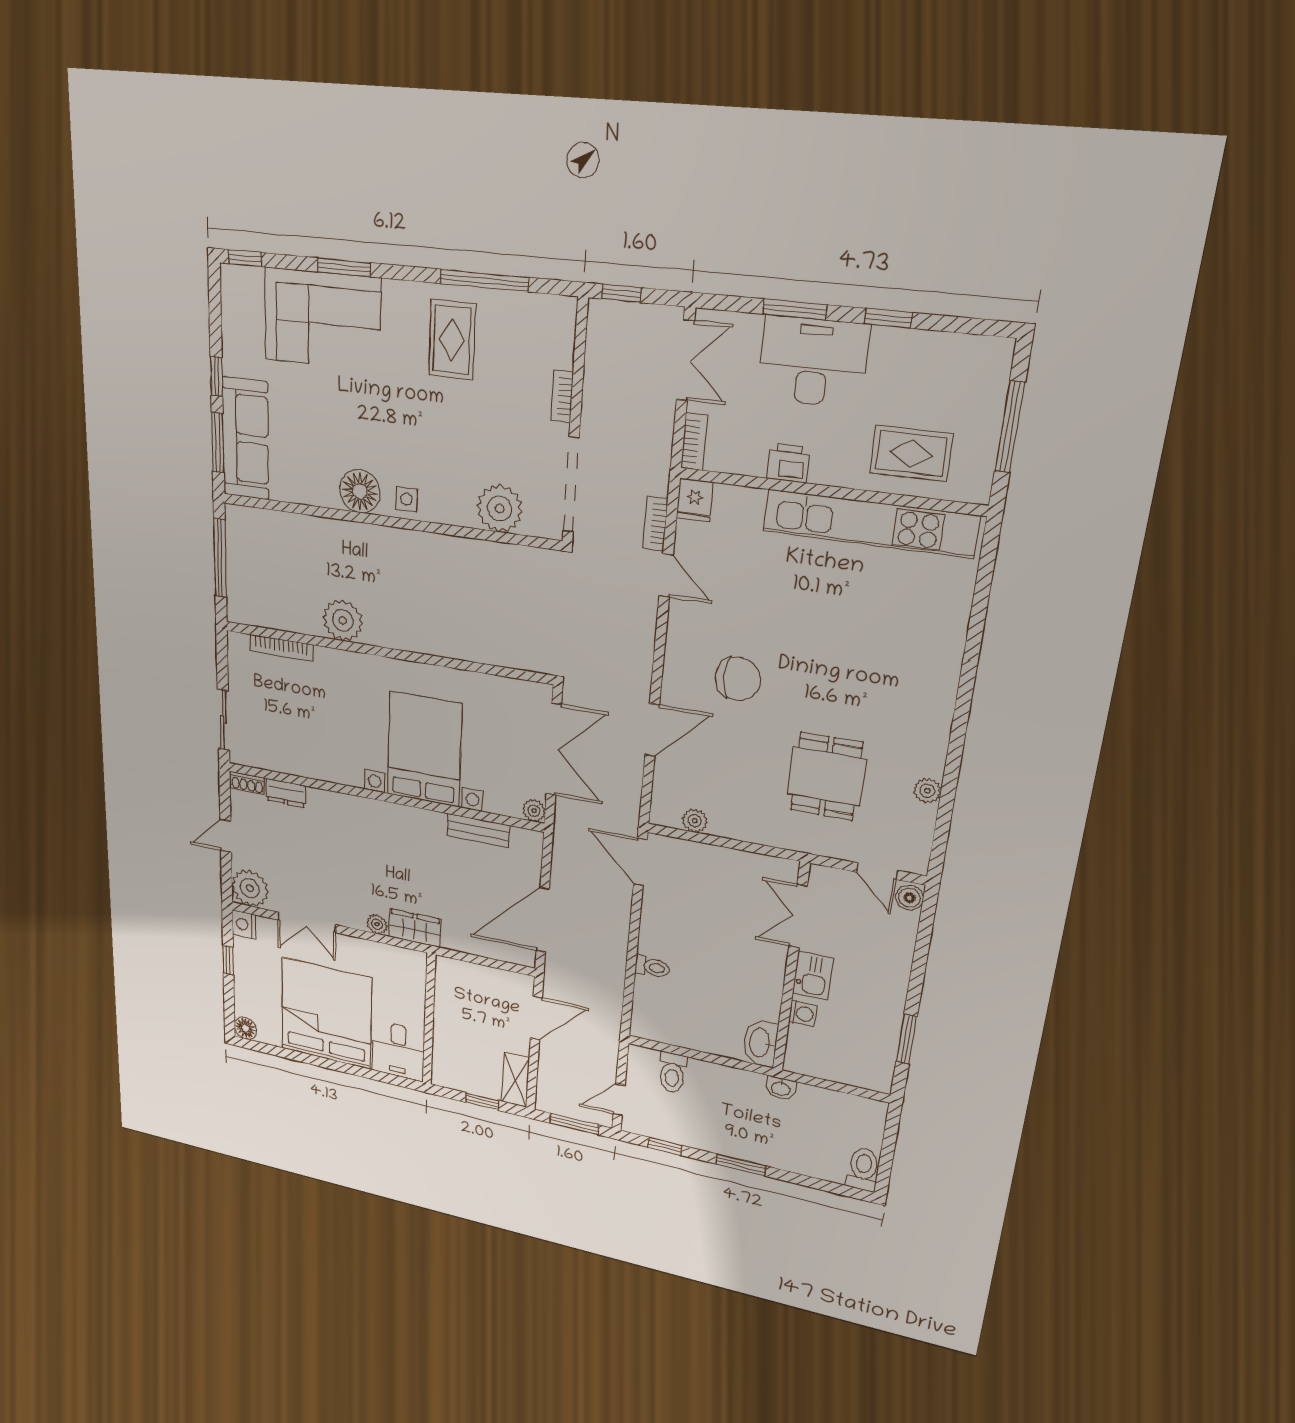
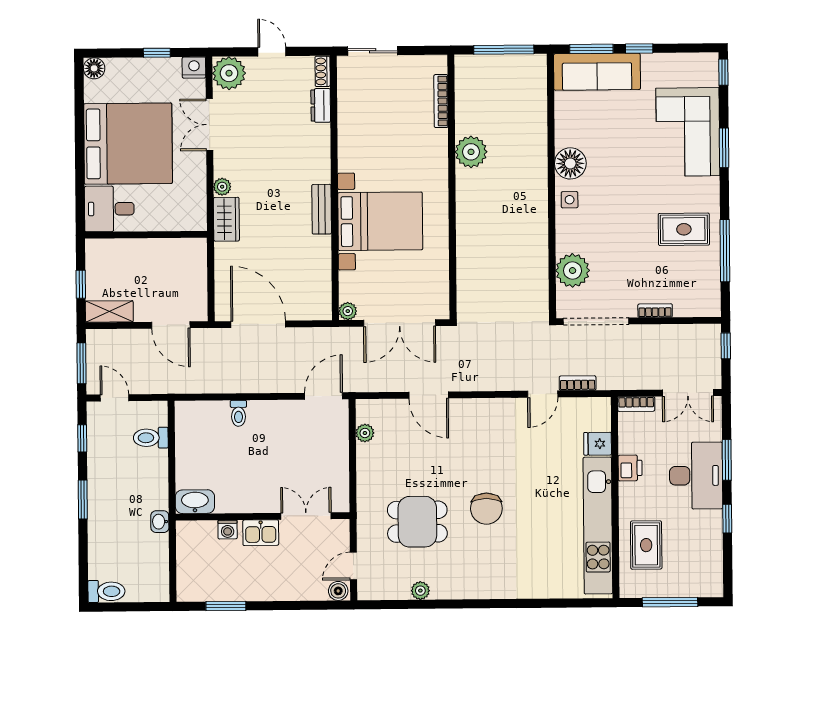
fridge: (695, 500) -> (598, 444), moved
chair: (738, 679) -> (486, 509), moved
bench: (478, 831) -> (322, 209), moved

